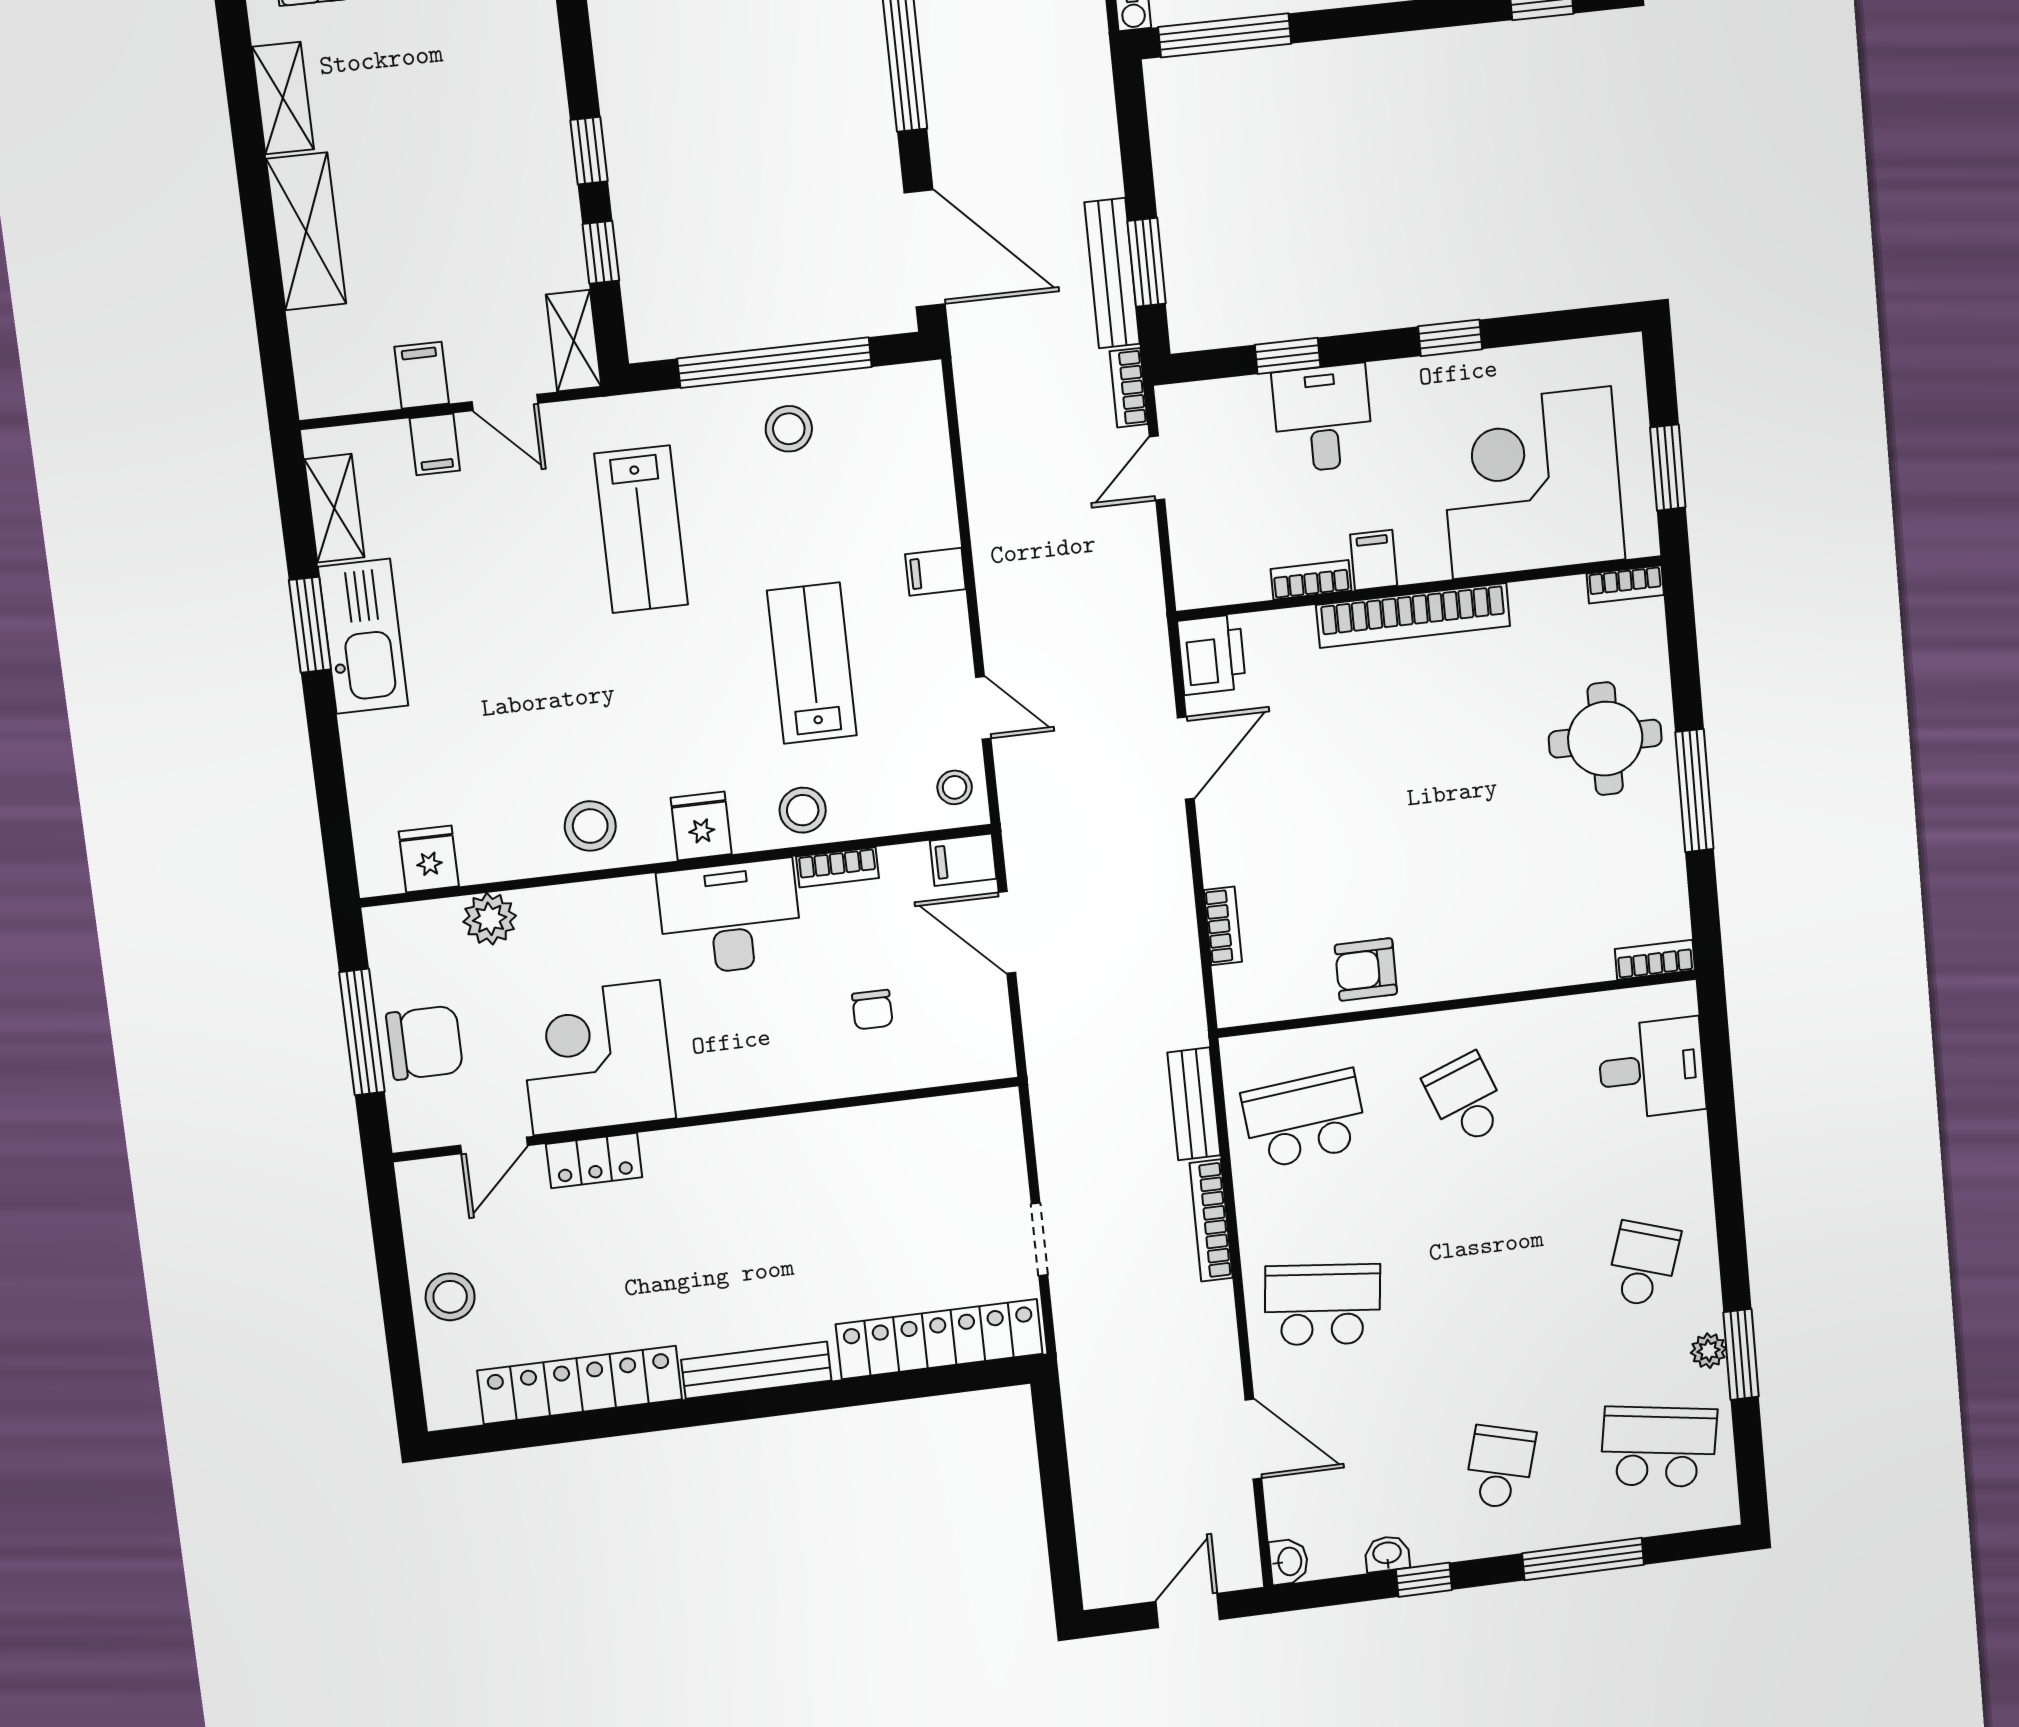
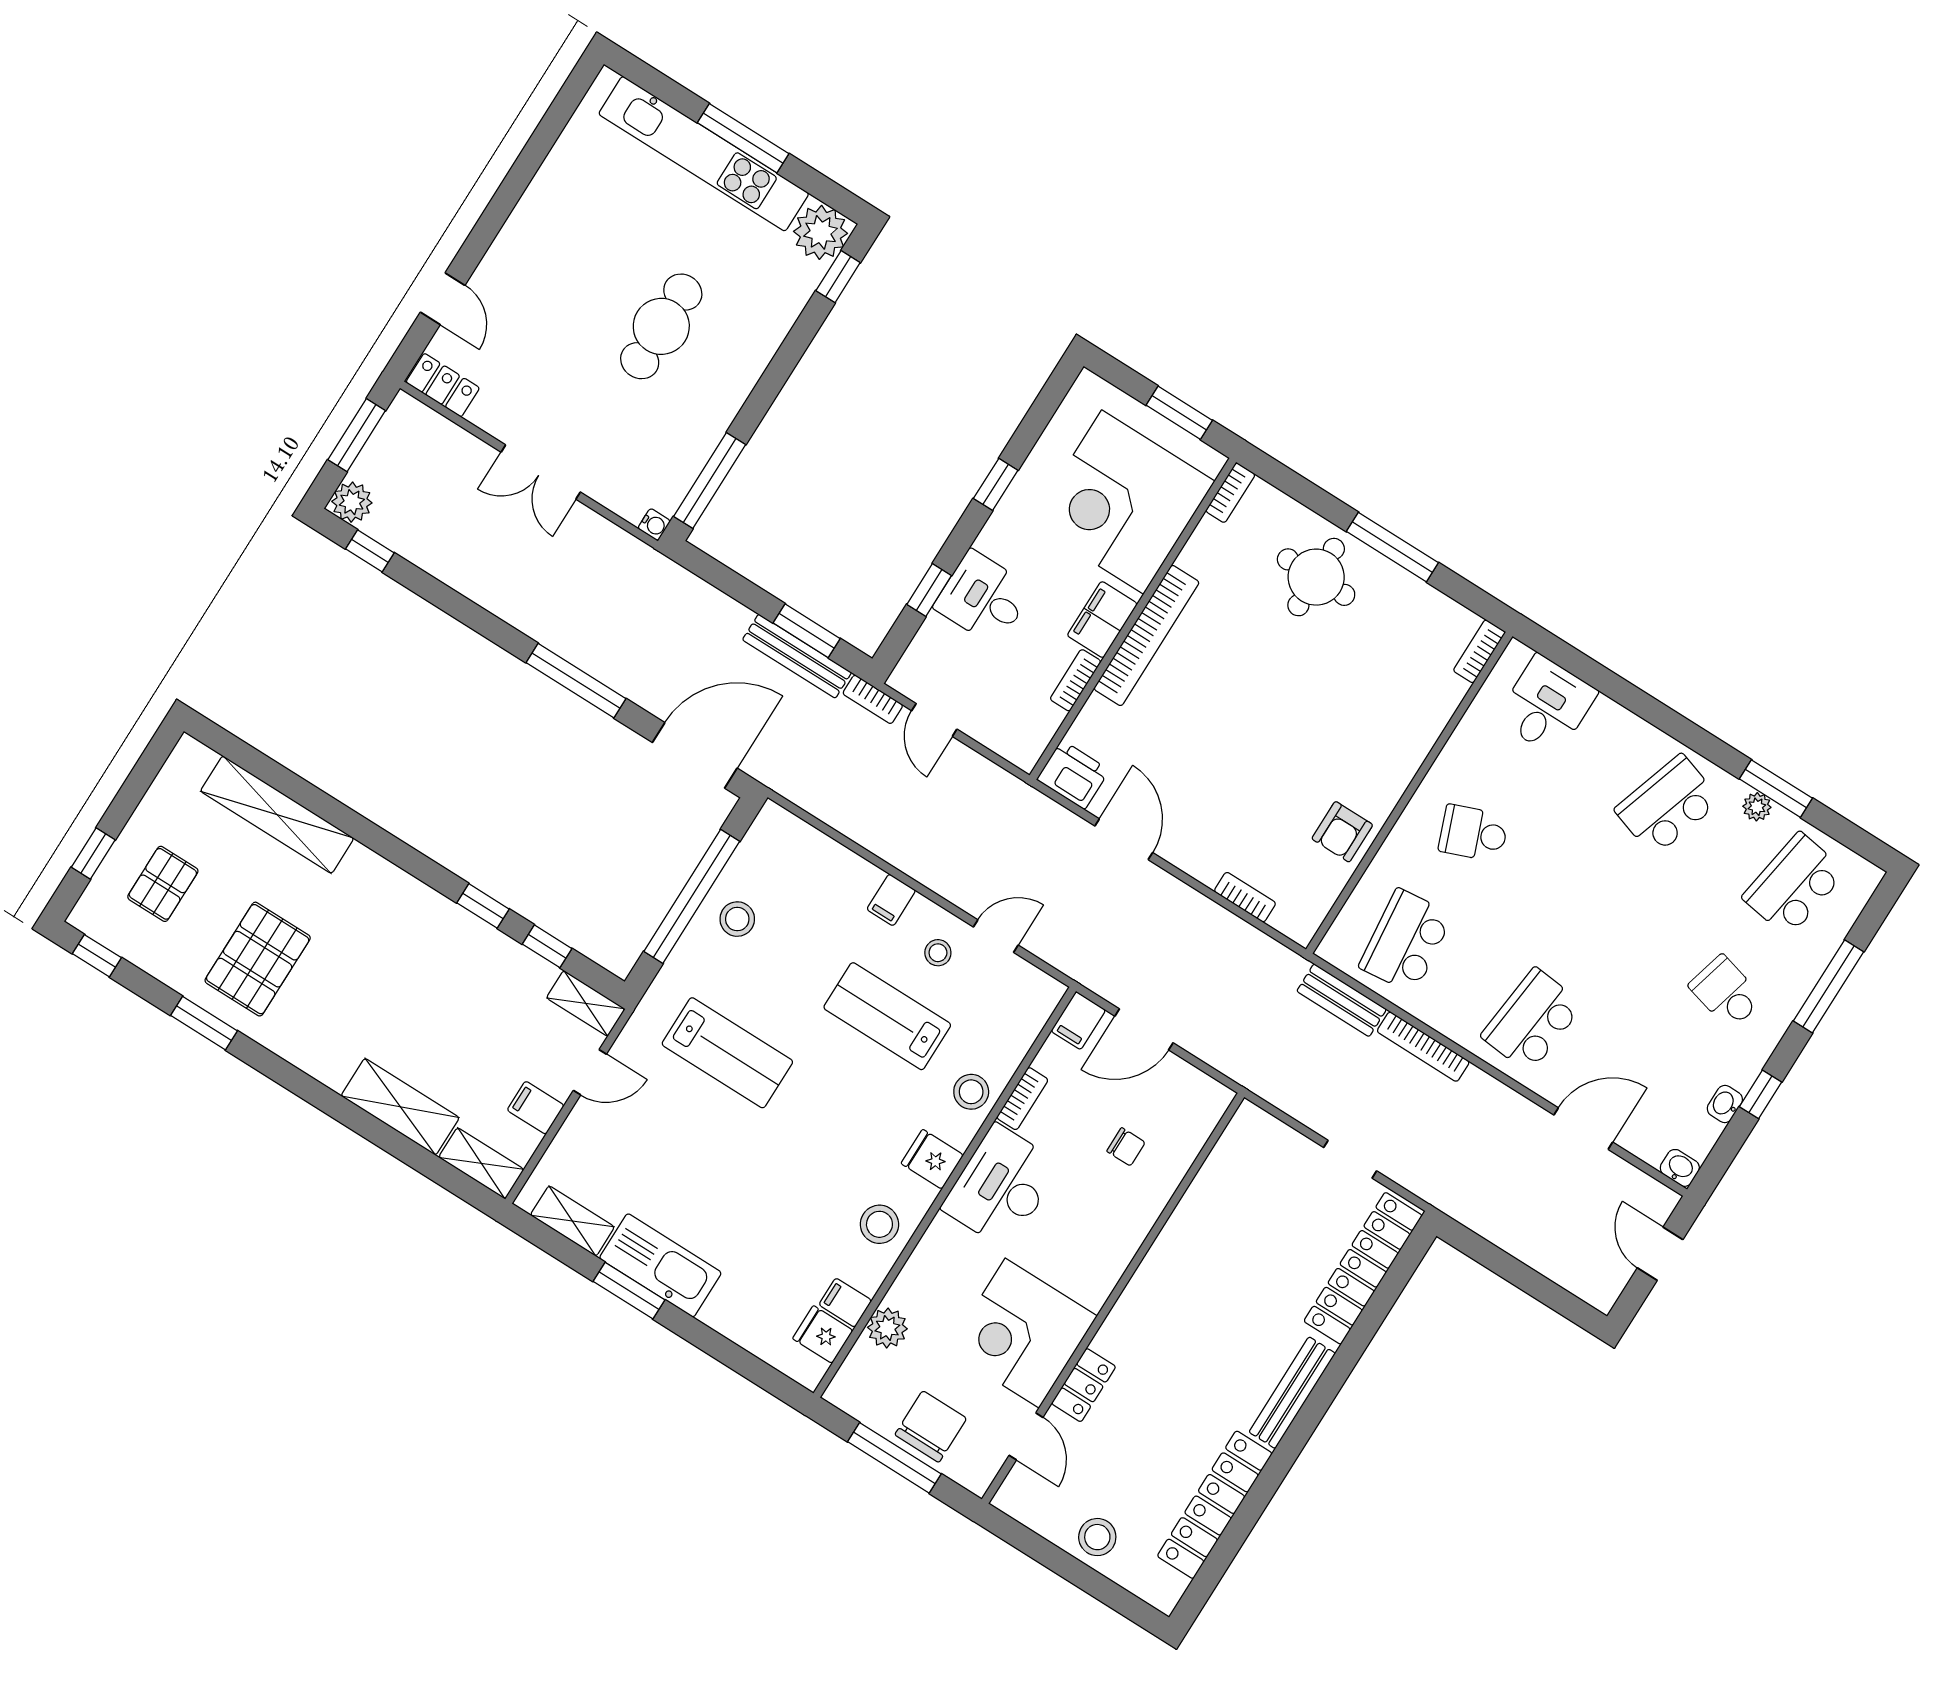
shelving: (283, 98) -> (481, 1163), moved
filing cabinet: (435, 444) -> (845, 1303), moved, turned 180
filing cabinet: (1374, 560) -> (1102, 620), width x2.00
stool: (955, 787) -> (938, 953), moved
school desk: (1643, 1264) -> (1668, 805), width x1.85

